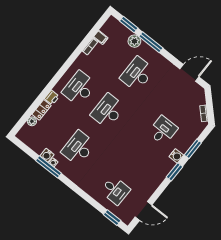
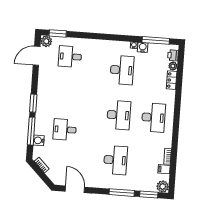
plant: (134, 41) -> (163, 186), moved
door: (189, 73) -> (75, 189), swing flipped
printer: (52, 97) -> (173, 55), moved
desk: (163, 130) -> (65, 130), turned 90
window: (193, 149) -> (31, 131), width x1.44
water cooler: (176, 156) -> (39, 140), moved
window: (48, 167) -> (156, 40), moved
plant: (127, 218) -> (46, 41), added

